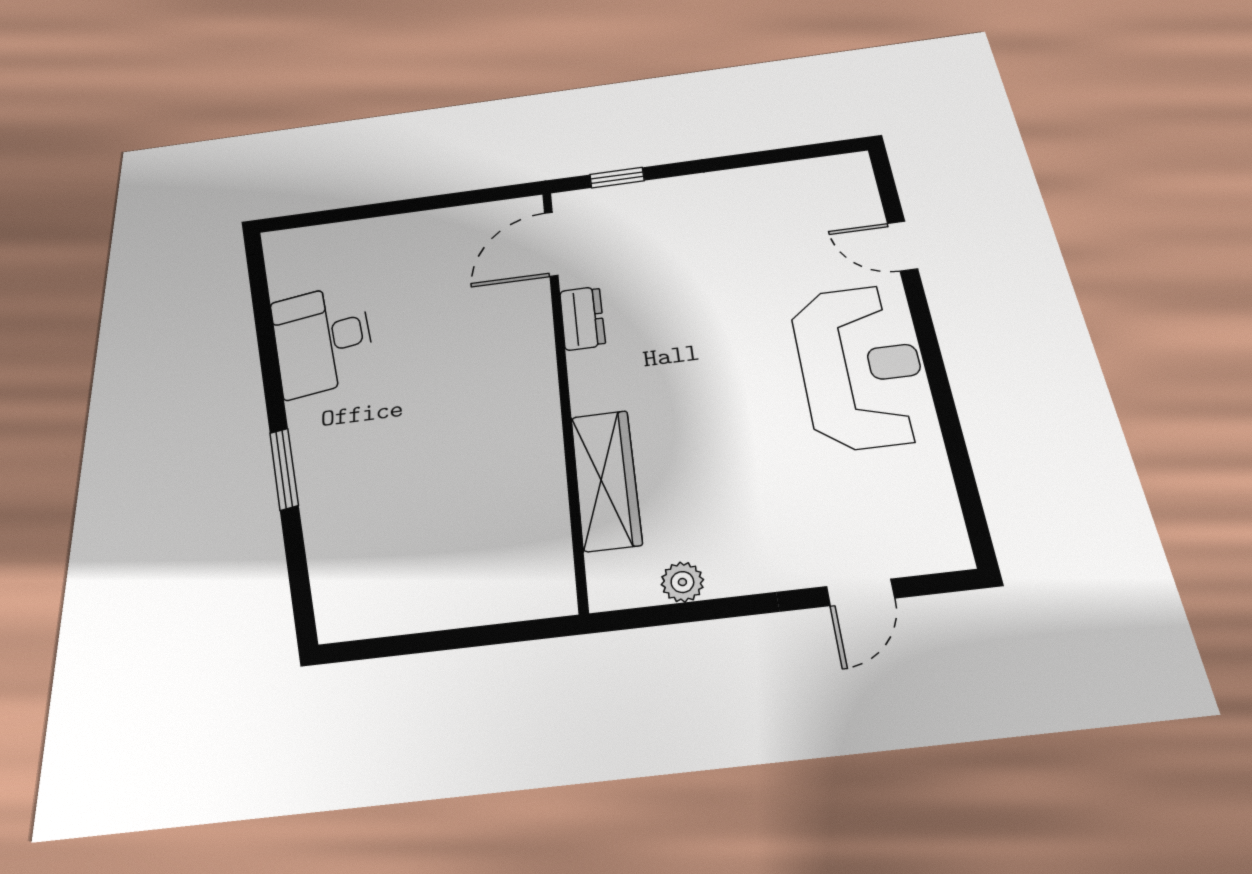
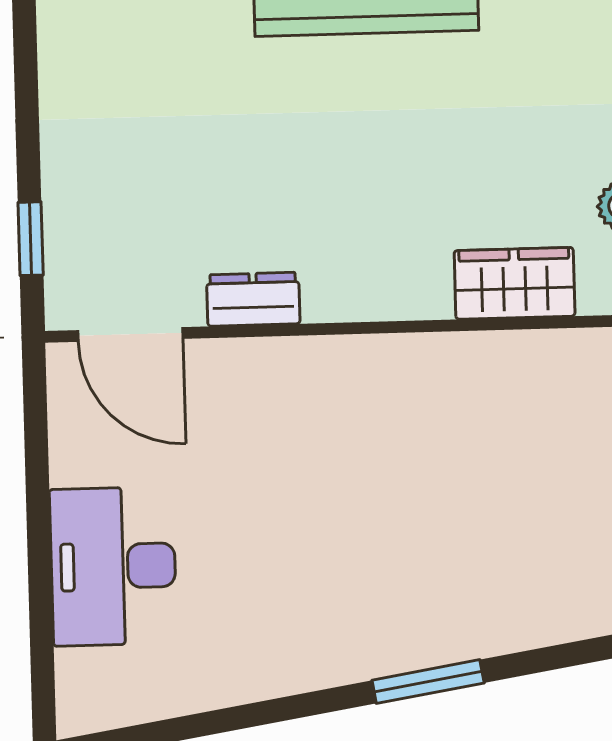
desk: (323, 339) -> (113, 566), moved, turned 99
wardrobe: (606, 480) -> (515, 283), width x0.67

